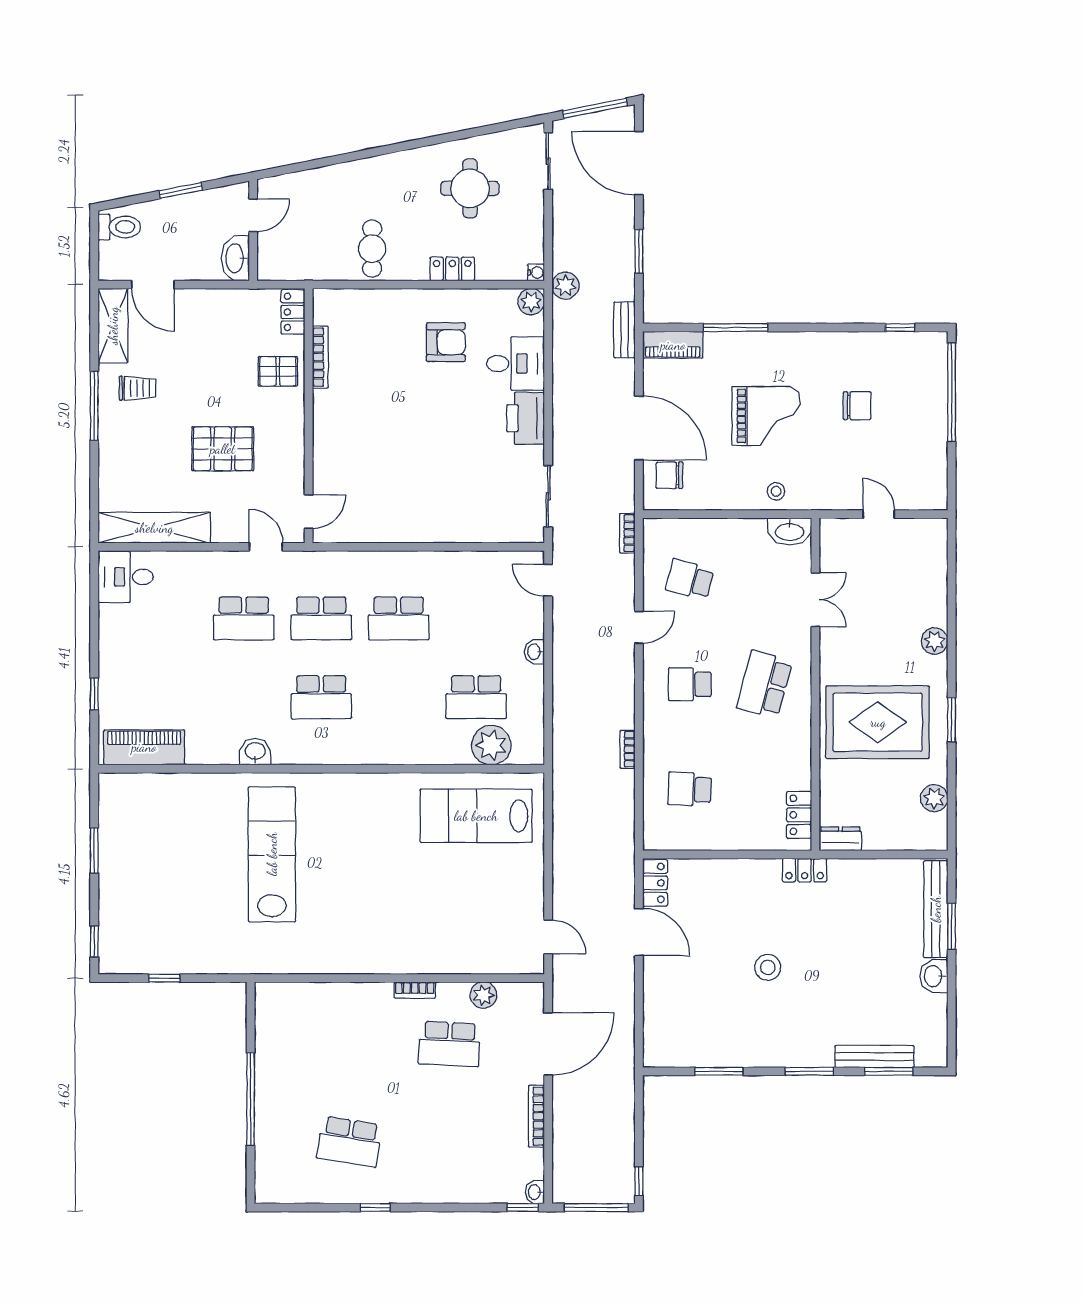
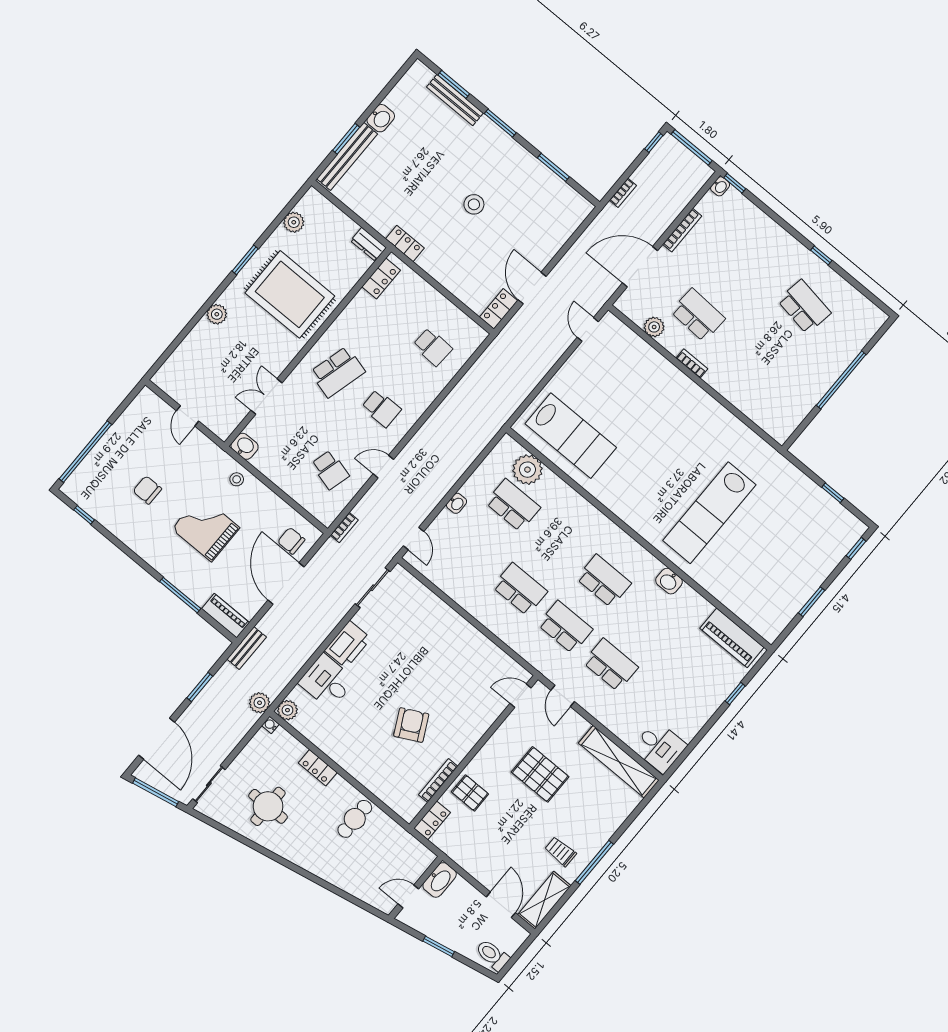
armchair: (446, 342) -> (411, 725), moved, turned 63
chair: (669, 475) -> (291, 541), turned 180
washbasin: (790, 531) -> (245, 446), width x0.72
bookcase: (628, 749) -> (623, 193), moved

